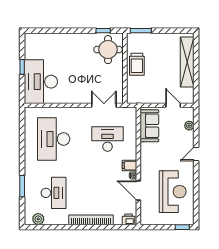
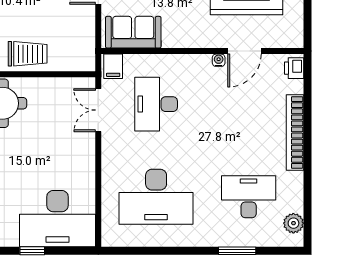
filing cabinet: (130, 166) -> (113, 66), moved

